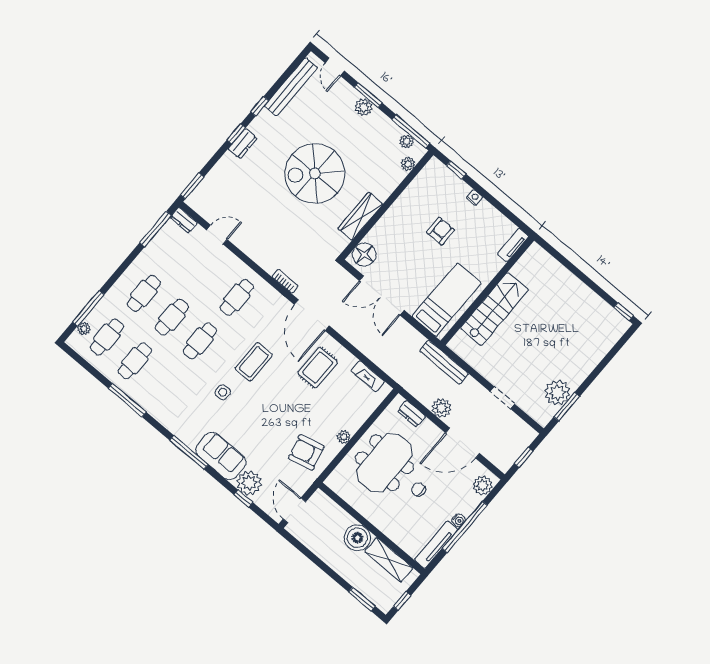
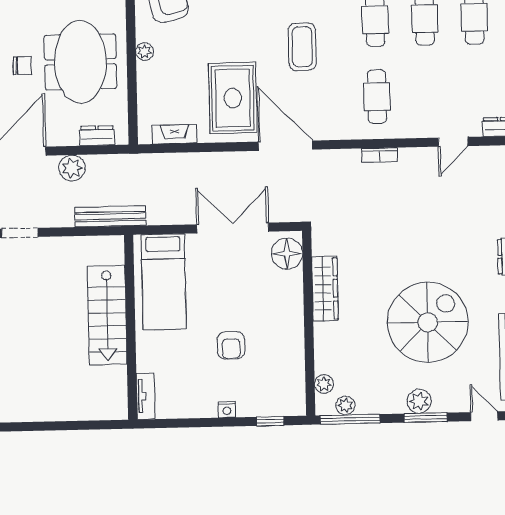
spiral stairs: (315, 173) -> (428, 322), moved
bookcase: (285, 281) -> (380, 155), moved
rug: (318, 368) -> (233, 98), width x1.36, depth x1.43

